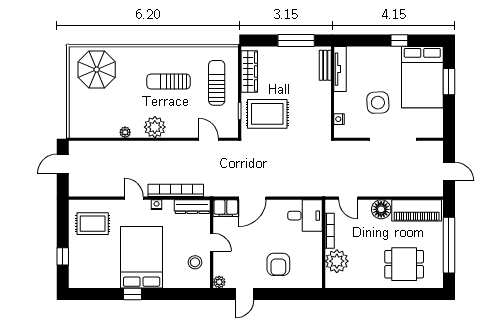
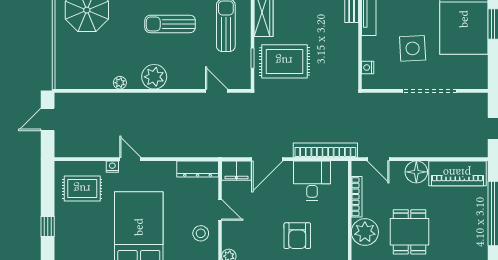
bookcase: (176, 190) -> (325, 150), moved
nightstand: (156, 205) -> (112, 167), moved
desk: (305, 216) -> (312, 181), moved, turned -90
dining table: (404, 264) -> (410, 232), moved, turned 90

